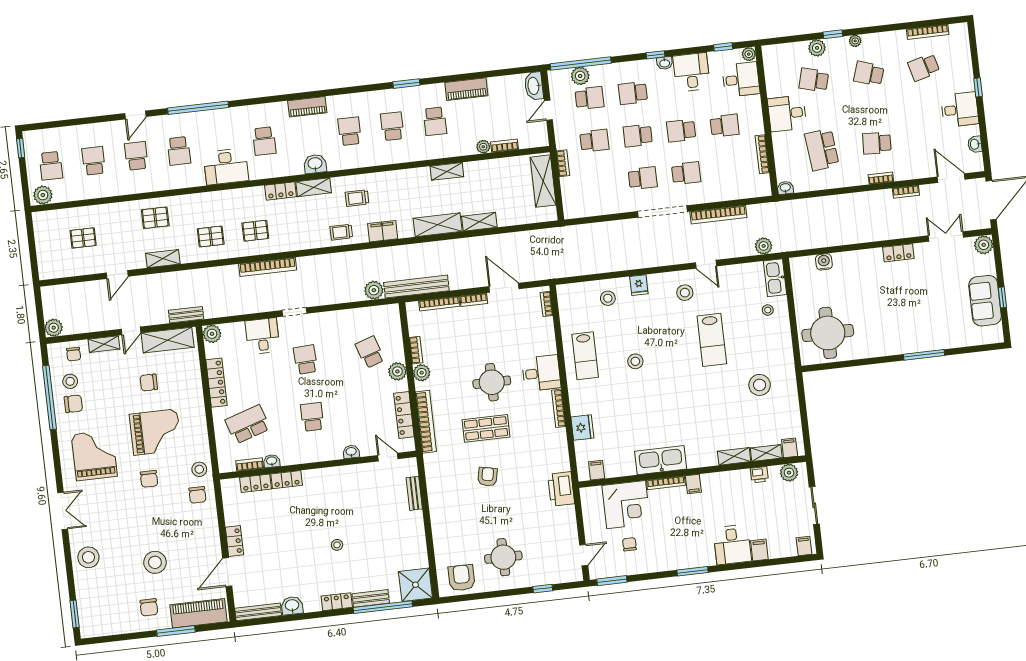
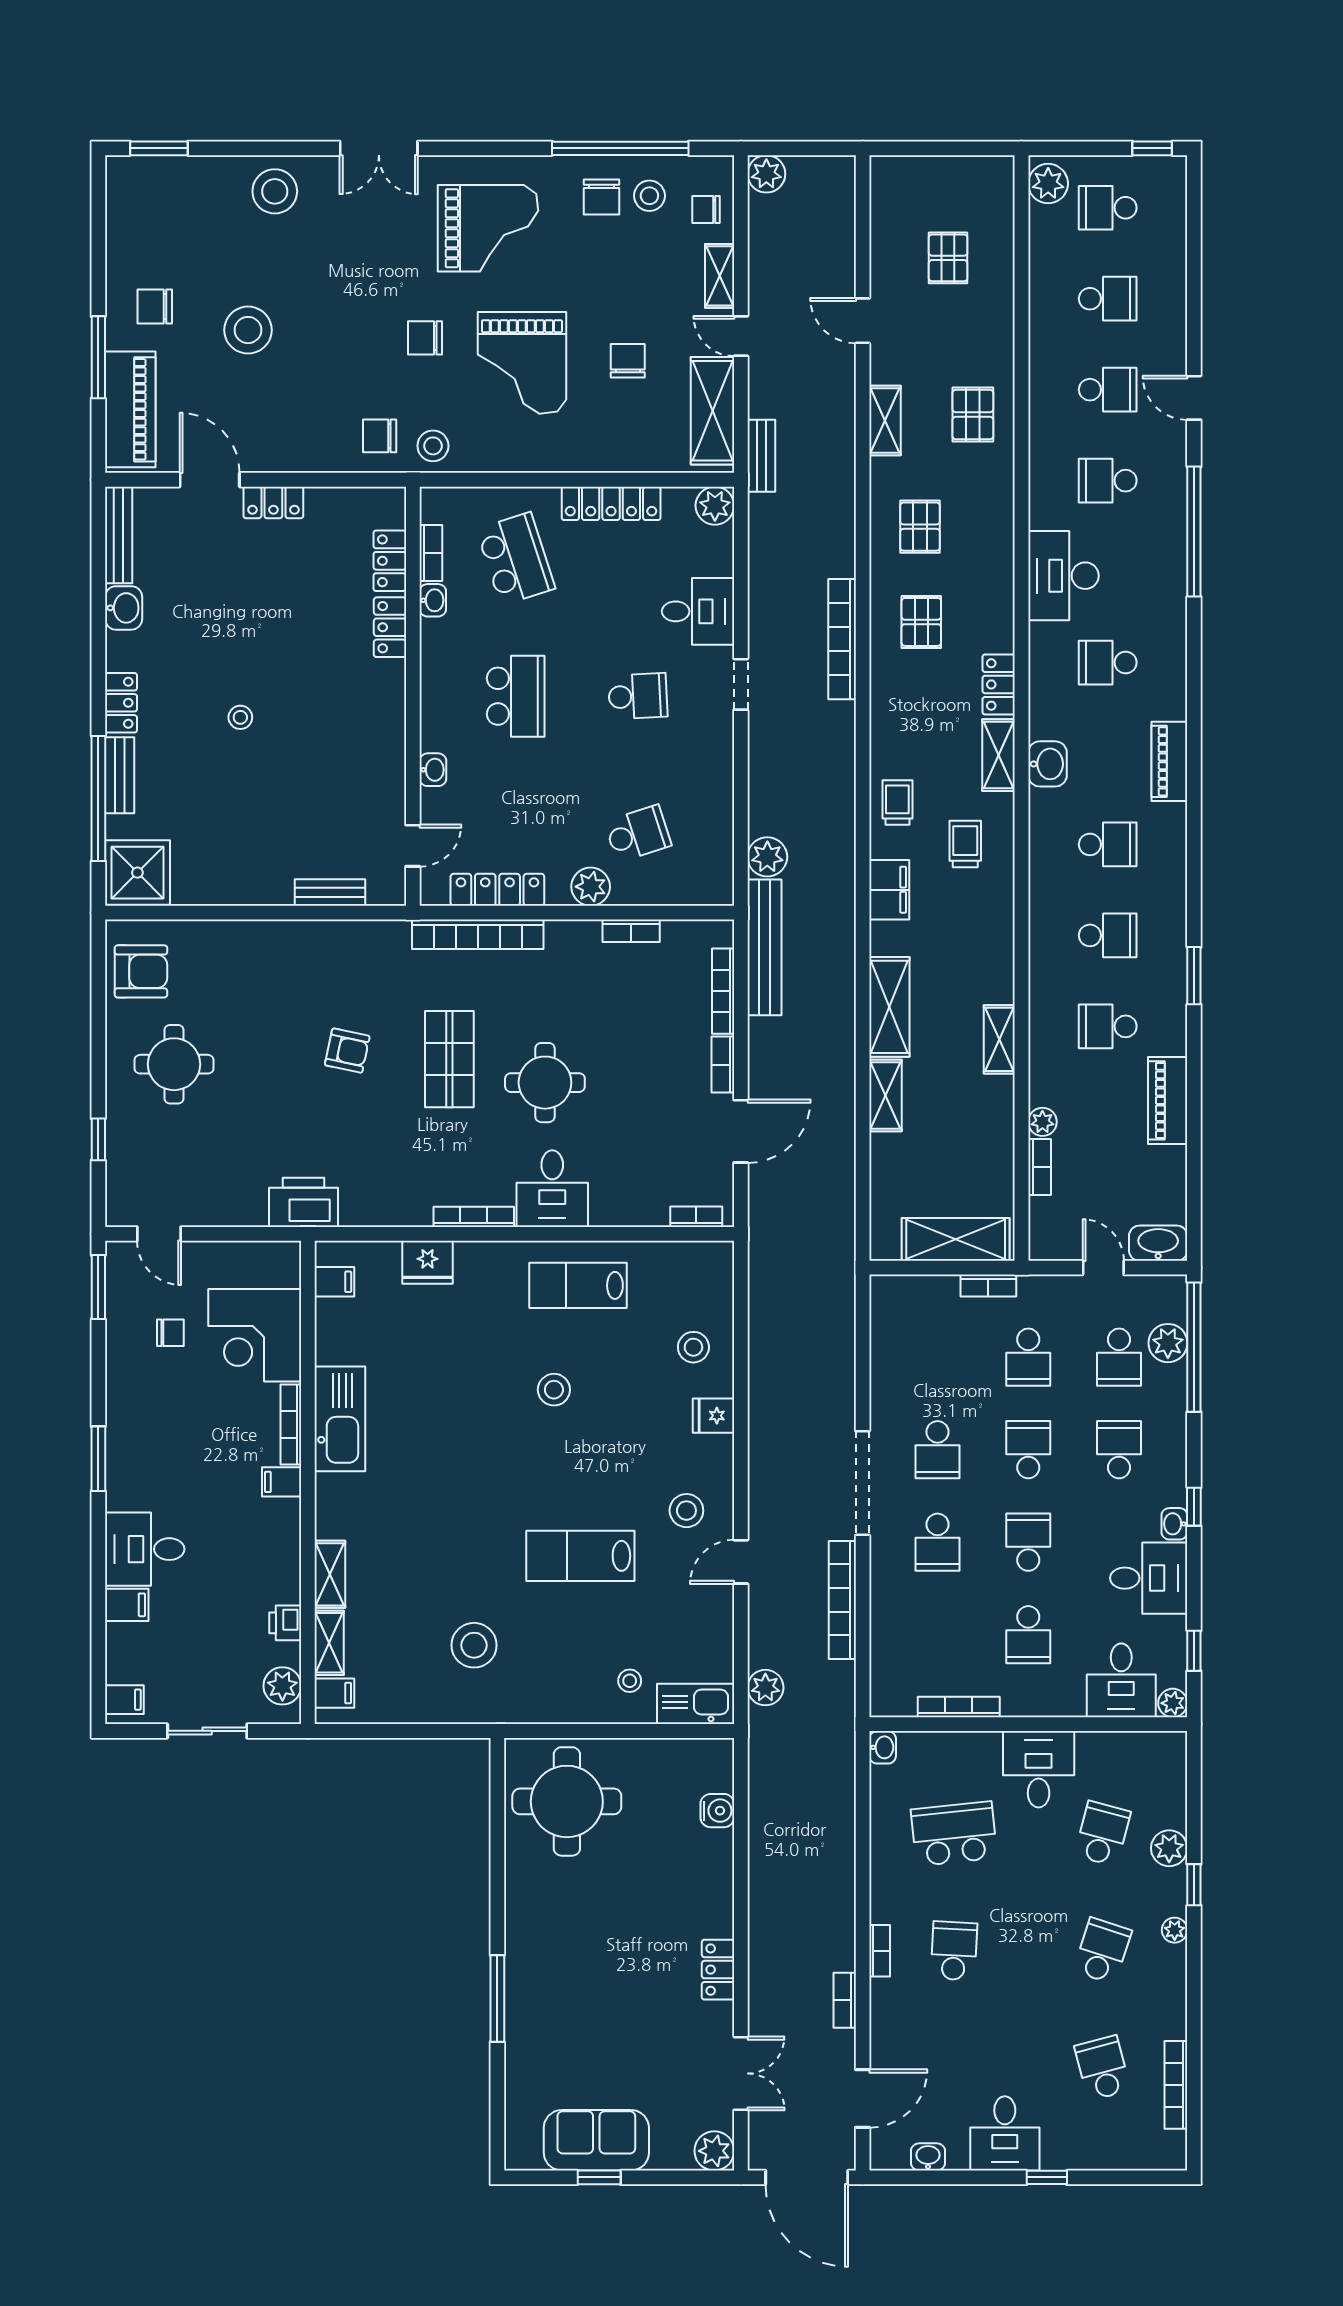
plant: (422, 373) -> (582, 937), removed
school desk: (312, 417) -> (516, 696), width x1.85

